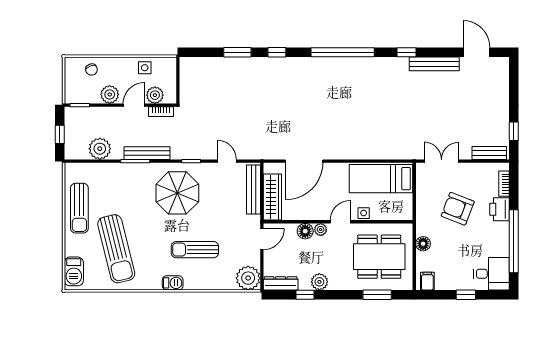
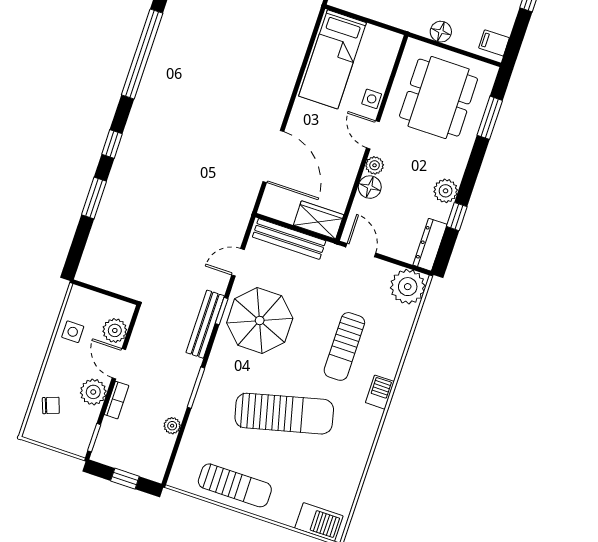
bookcase: (161, 112) -> (117, 400), moved
plant: (100, 149) -> (172, 426), width x0.53, depth x0.53
bench: (147, 153) -> (205, 324), moved
parasol: (177, 193) -> (260, 320), moved
wardrobe: (272, 197) -> (319, 220), width x0.67
sun lounger: (116, 249) -> (284, 414), moved

